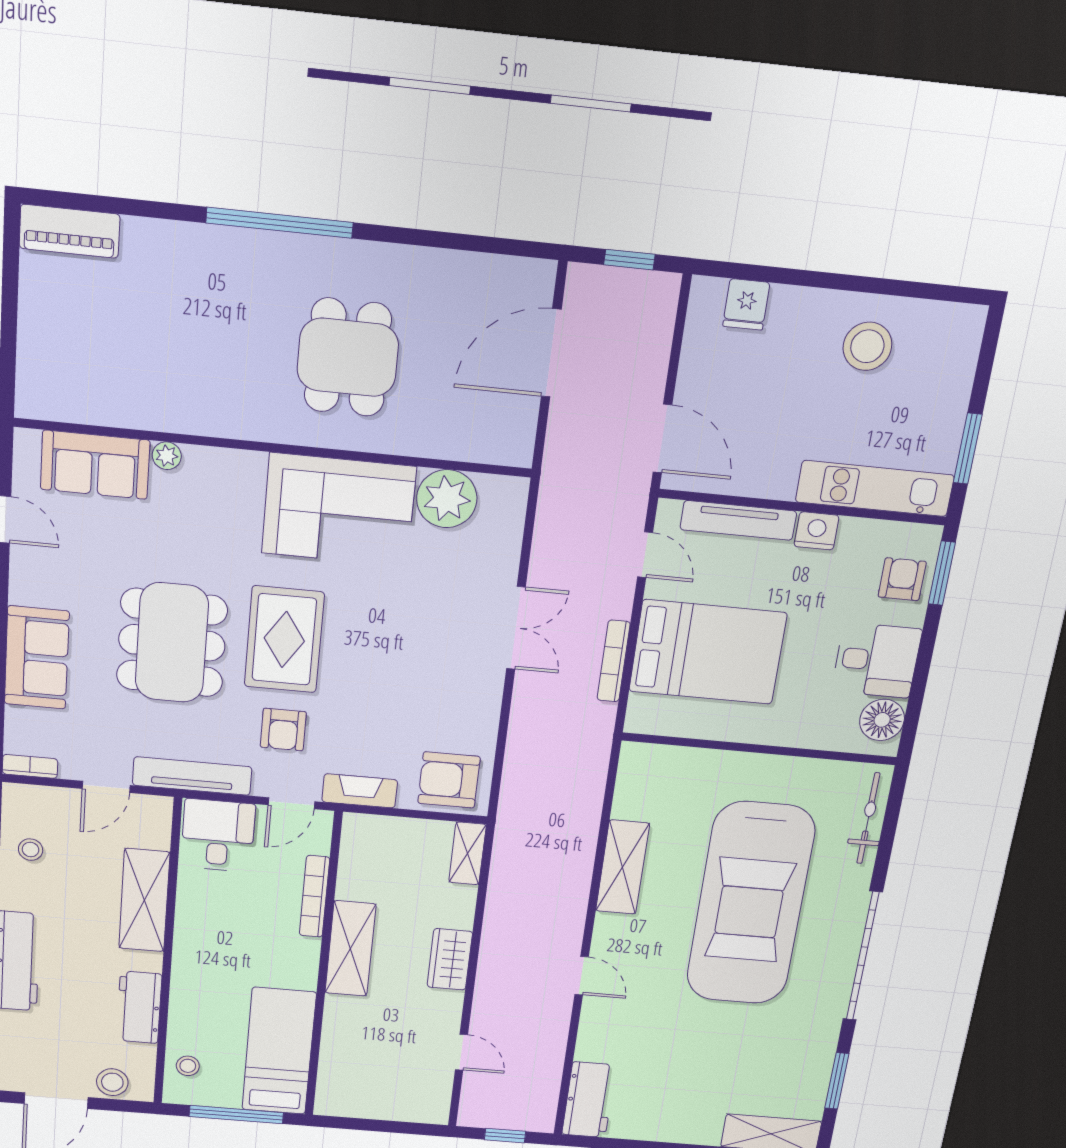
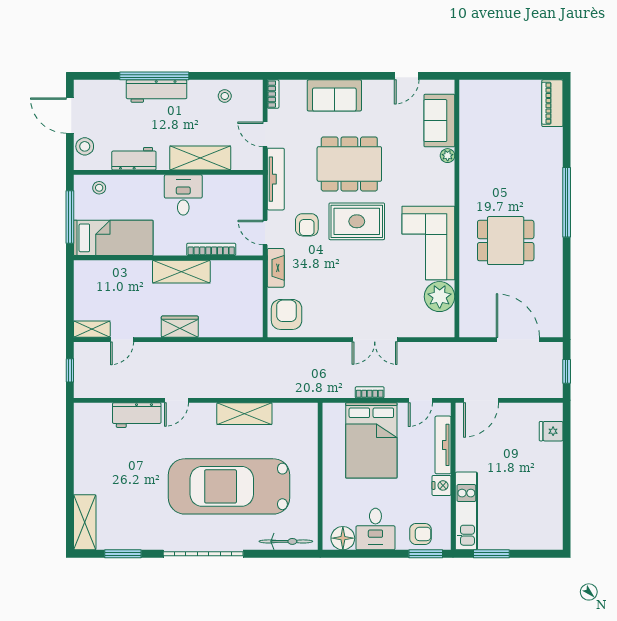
stool: (867, 346) -> (537, 494), removed
bookcase: (614, 661) -> (370, 392), width x0.64
armchair: (283, 730) -> (307, 225), turned -90
desk: (218, 835) -> (183, 195), moved, turned -90
shelving: (467, 853) -> (92, 329), moved
workbench: (589, 1100) -> (137, 415), moved

